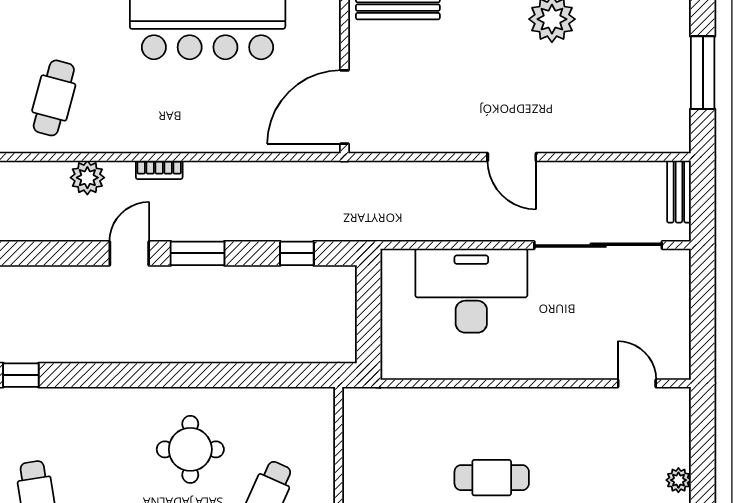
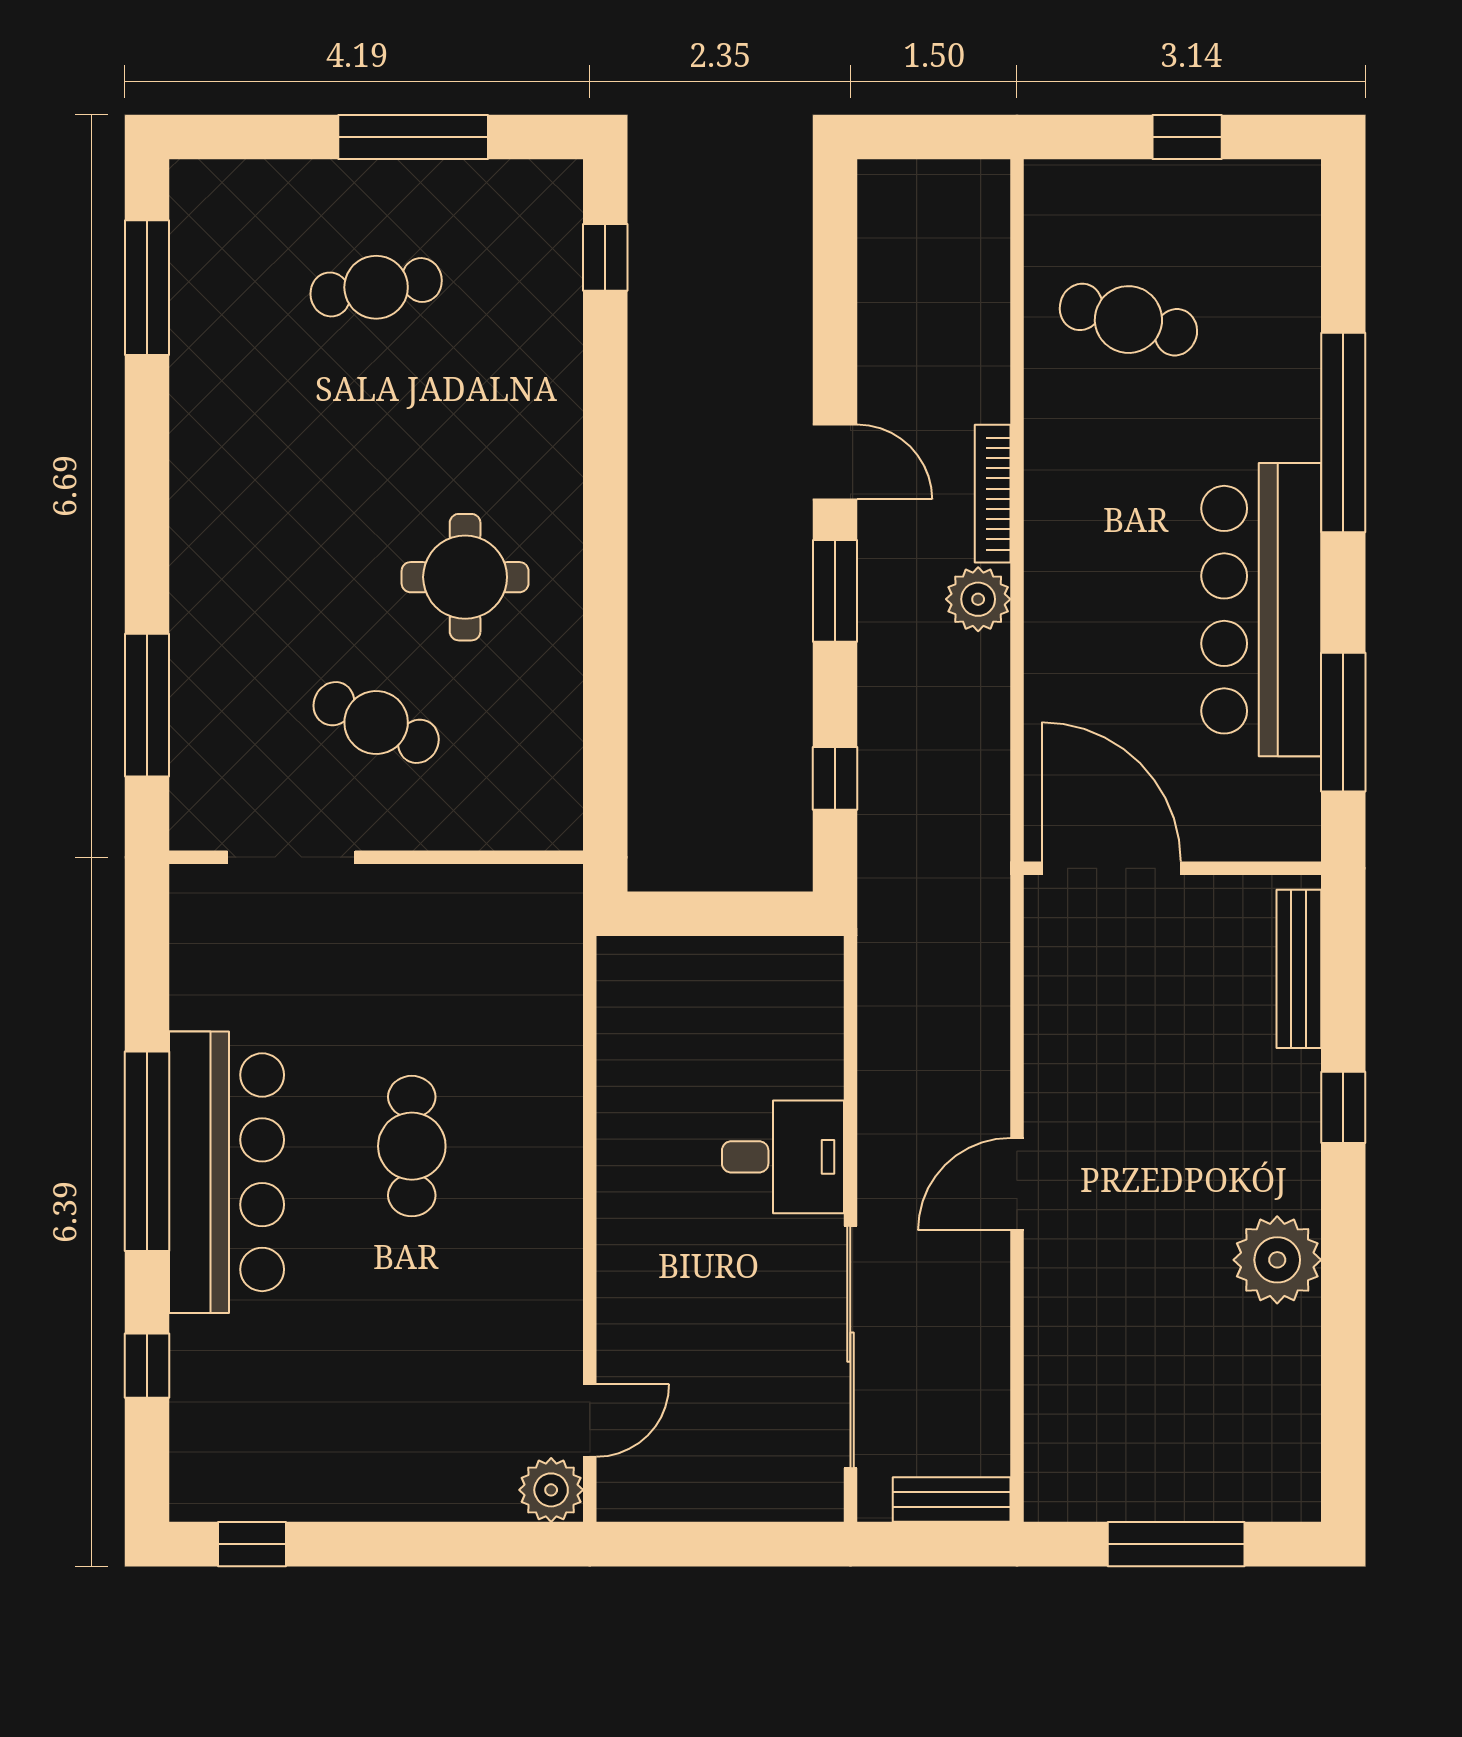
bookcase: (159, 170) -> (993, 494), width x1.56
plant: (87, 178) -> (978, 599), moved
desk: (471, 291) -> (783, 1157), width x0.53, depth x0.77
plant: (678, 480) -> (551, 1490), moved, width x1.38, depth x1.38

